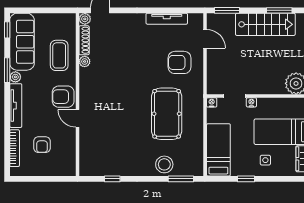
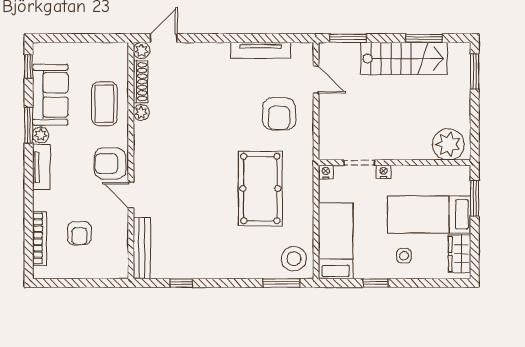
sofa: (22, 42) -> (50, 95), width x0.73
armchair: (179, 62) -> (279, 114), turned -90
tv unit: (16, 106) -> (41, 167), width x0.71
bench: (85, 155) -> (142, 248), added
stool: (164, 164) -> (294, 259), moved

